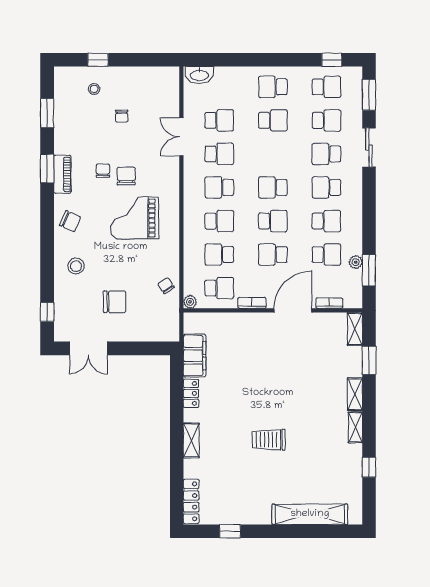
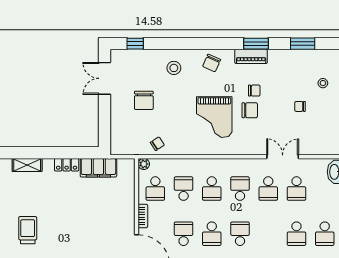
school desk: (273, 87) -> (325, 234), turned 180
grand piano: (134, 218) -> (214, 117), turned 180

